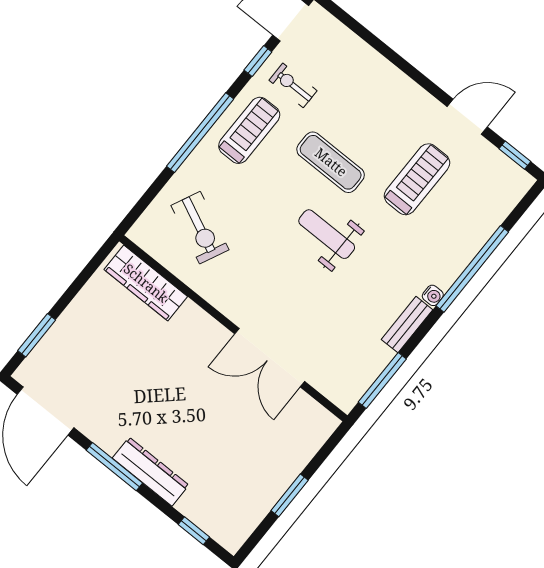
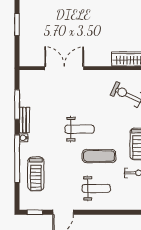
weight bench: (379, 112) -> (96, 188), added
treadmill: (417, 179) -> (36, 174), moved
window: (382, 380) -> (17, 105), moved

